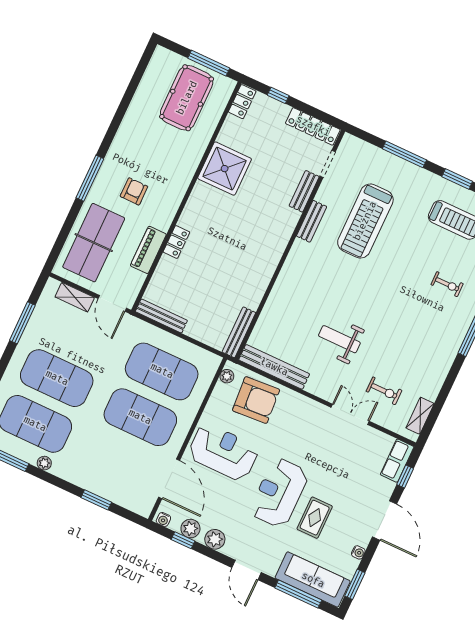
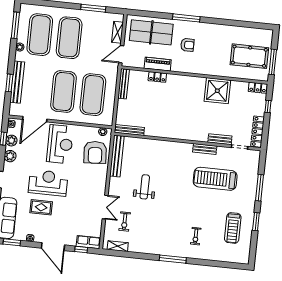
locker: (176, 242) -> (157, 77), moved
bench: (99, 487) -> (17, 82), added
door: (385, 520) -> (53, 247), hinge flipped

